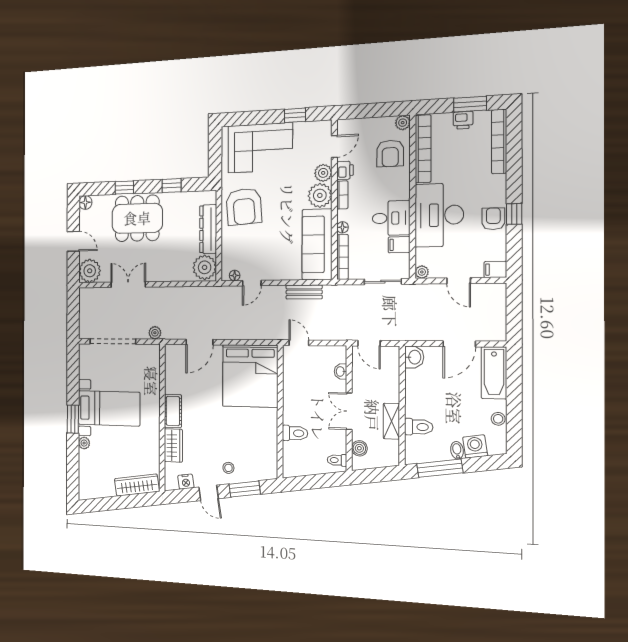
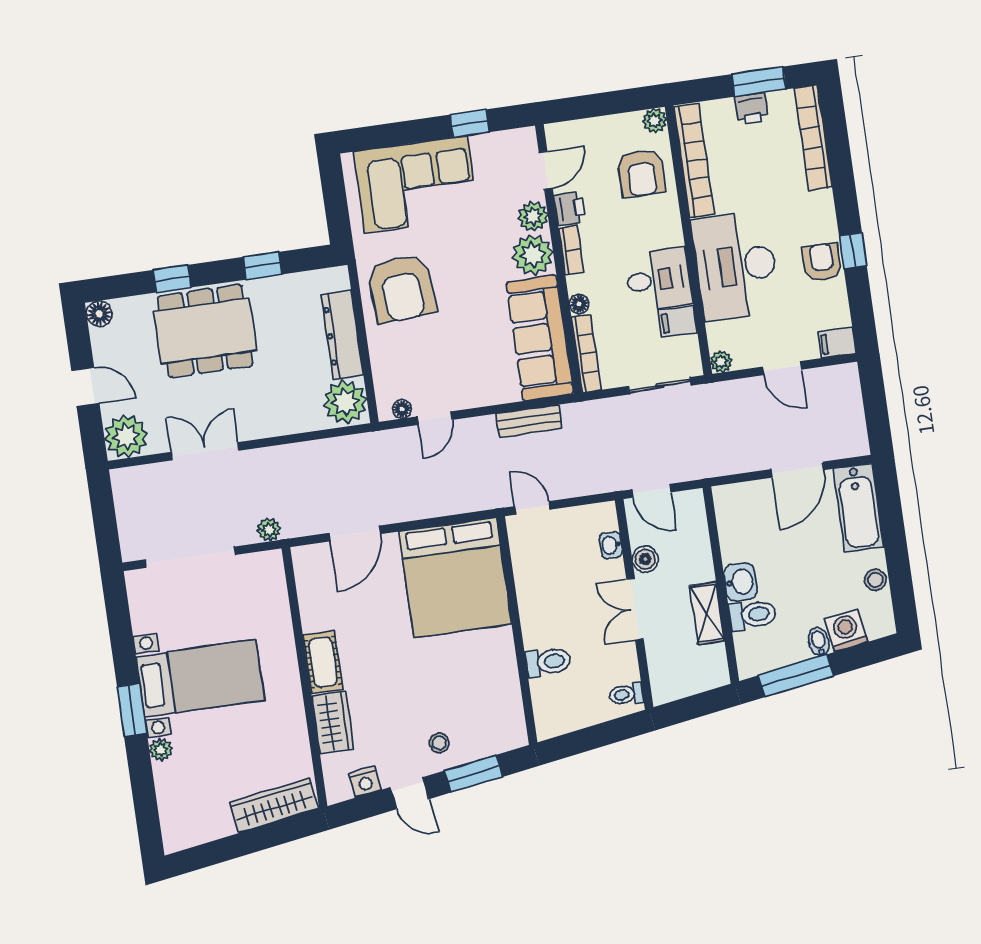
washbasin: (414, 357) -> (740, 582), moved
boiler: (359, 448) -> (645, 559), moved

